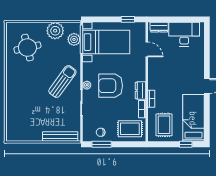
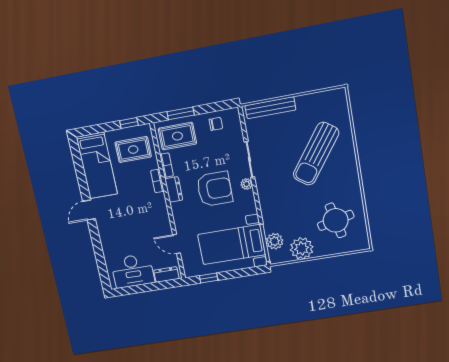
sun lounger: (62, 81) -> (316, 154), moved, width x1.36, depth x1.34
rug: (164, 125) -> (133, 150), turned 90
window: (102, 144) -> (181, 113), moved
window: (186, 144) -> (129, 123), moved

